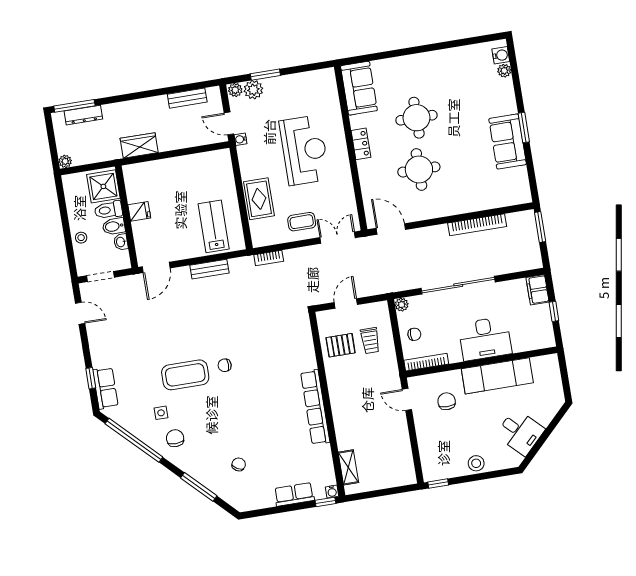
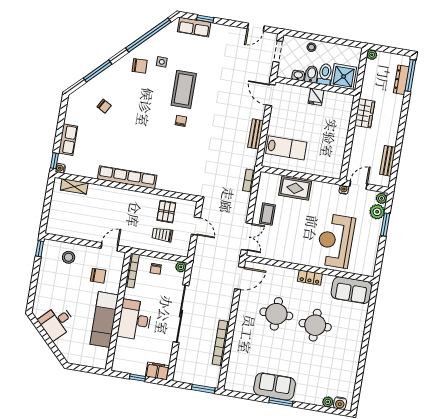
reception desk: (304, 150) -> (336, 241), moved, turned 90
stool: (476, 463) -> (69, 257), moved

